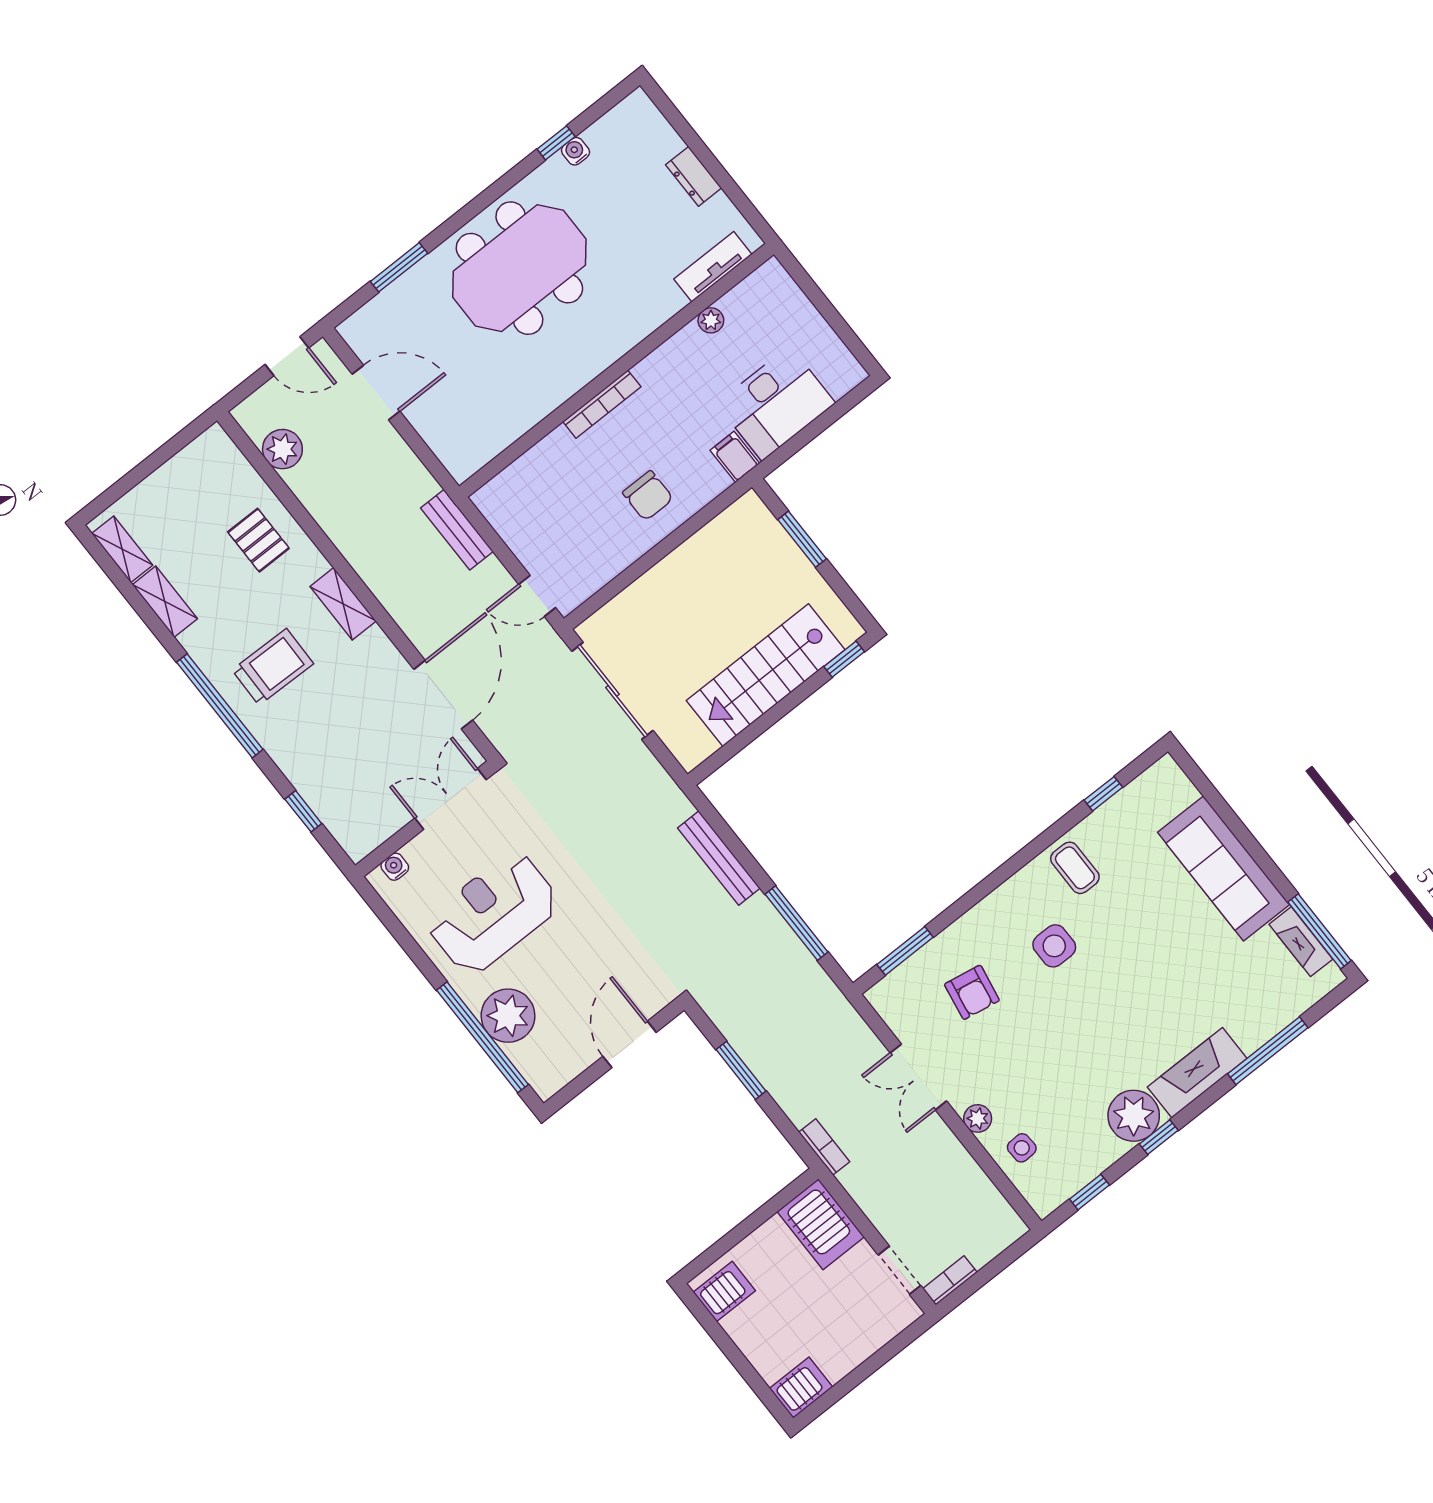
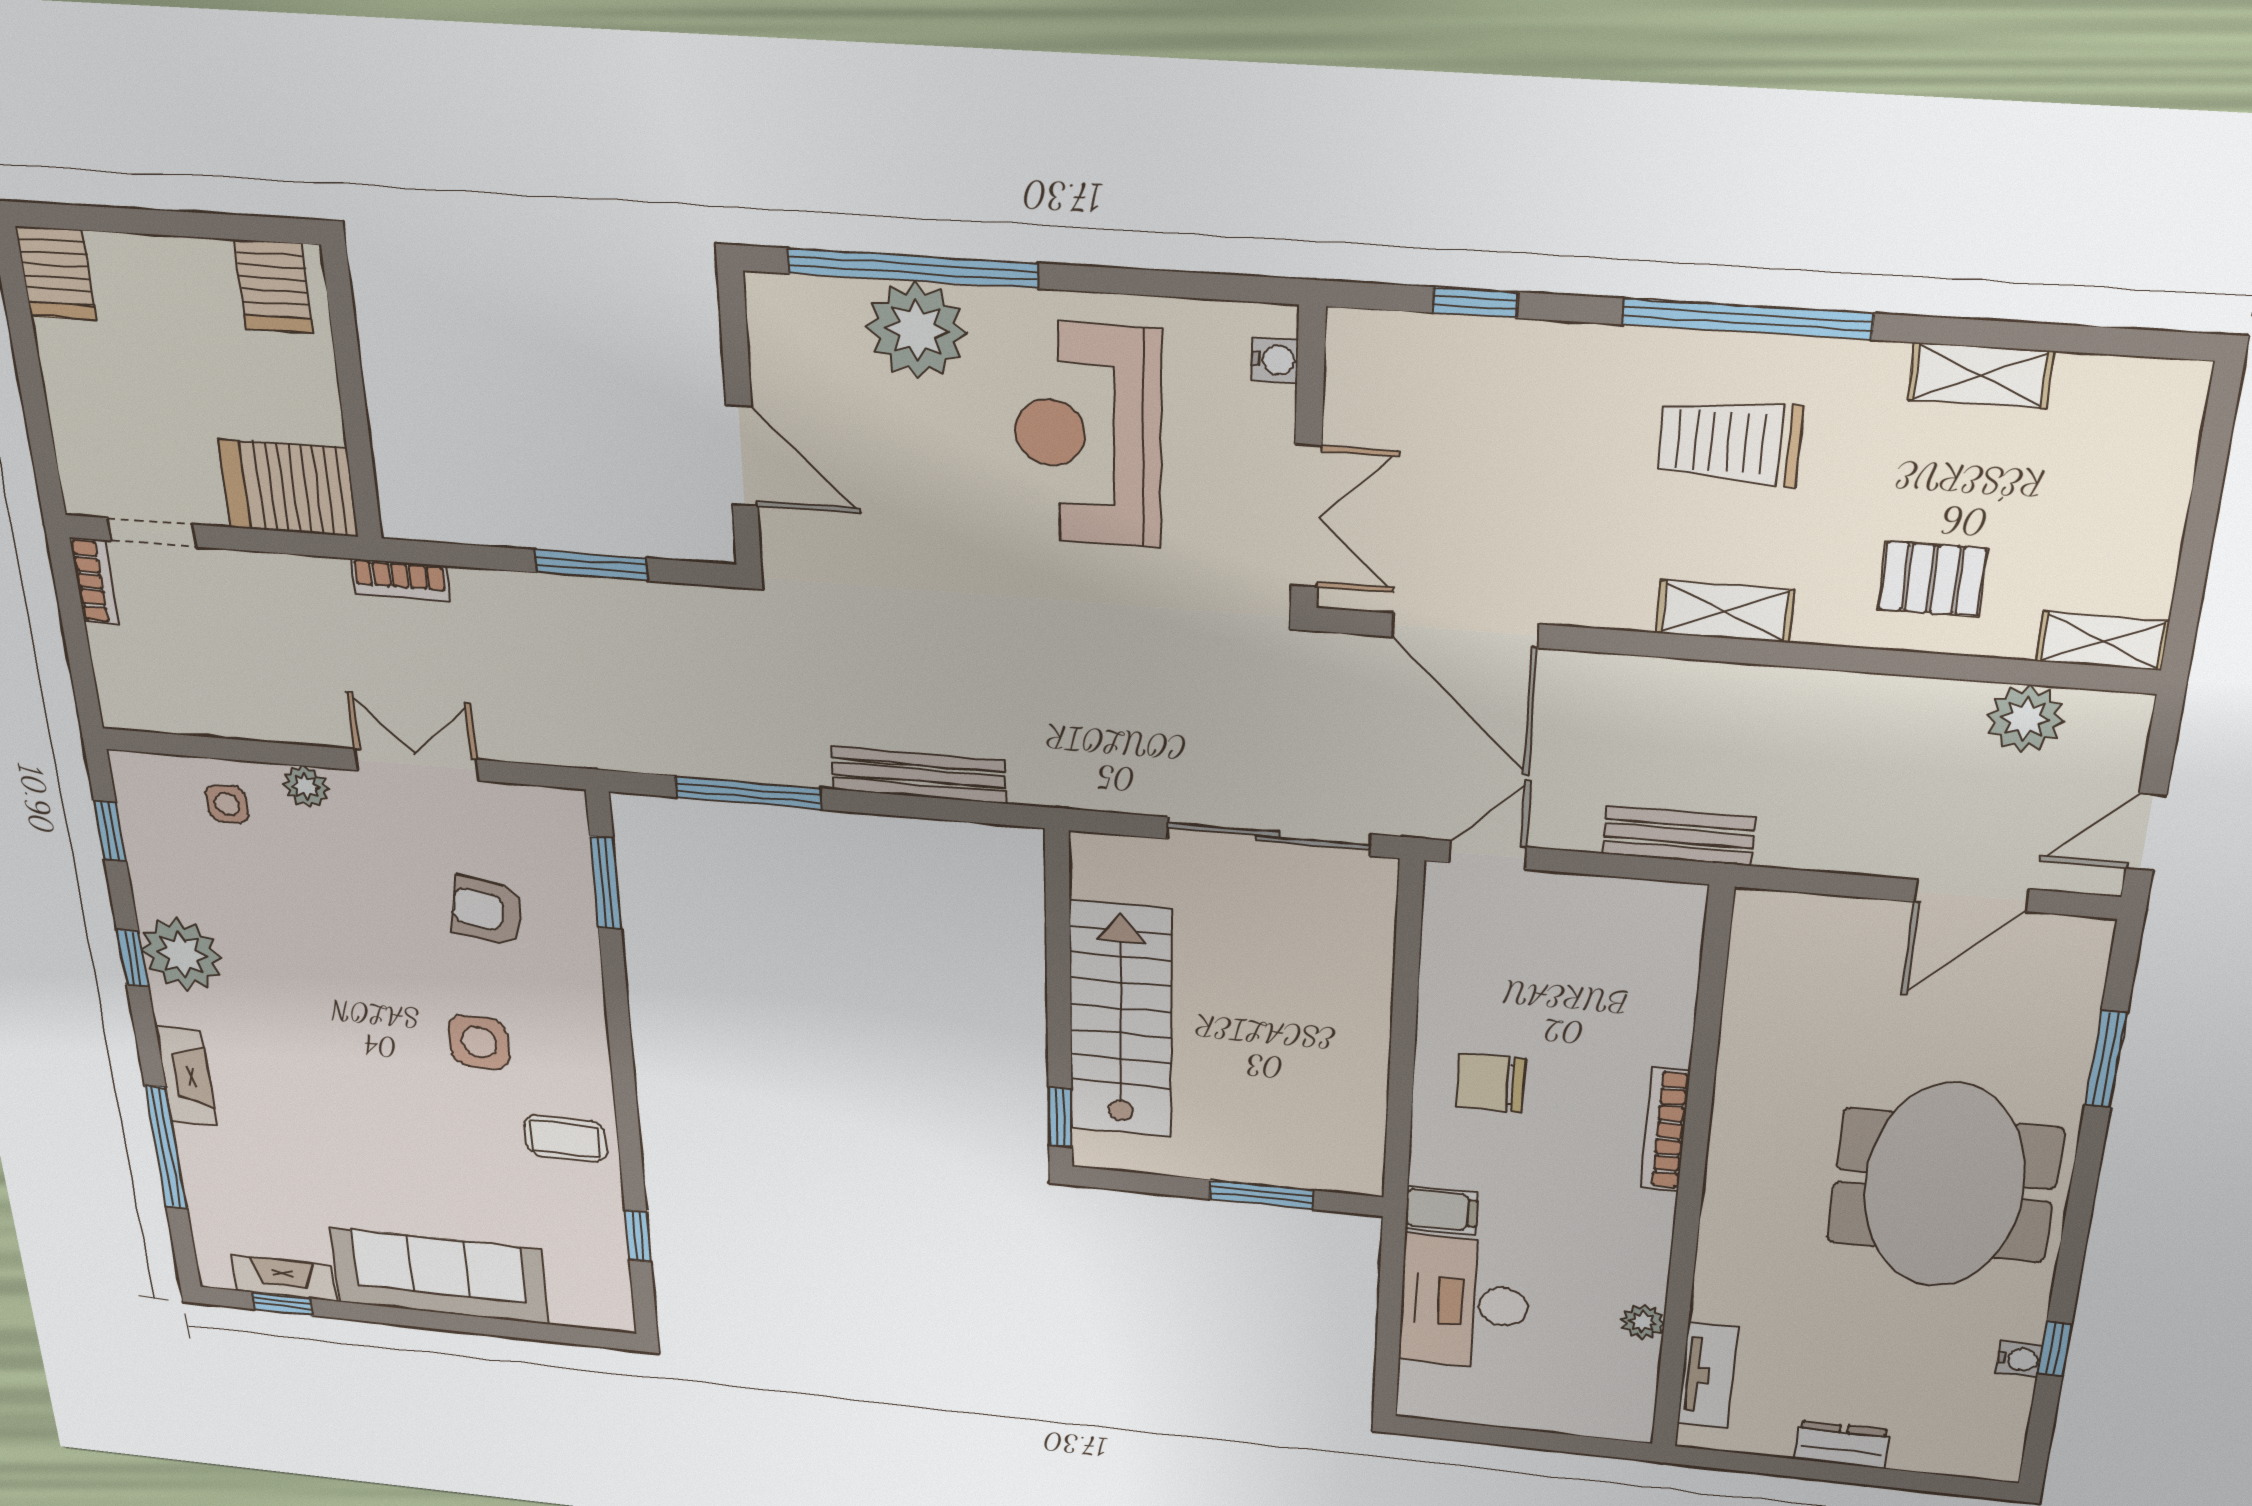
shelving: (122, 549) -> (2102, 641), moved
trolley: (273, 667) -> (1730, 442), turned 89
reception desk: (493, 913) -> (1088, 435), turned 180
window: (1319, 931) -> (283, 1304), width x0.46
fireplace: (1197, 1073) -> (186, 1076), width x0.73, depth x0.76

